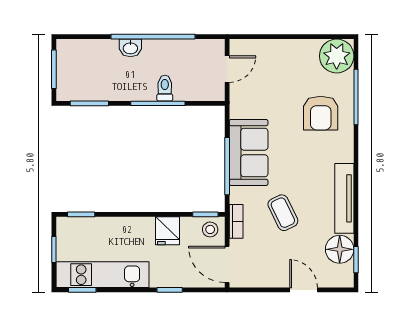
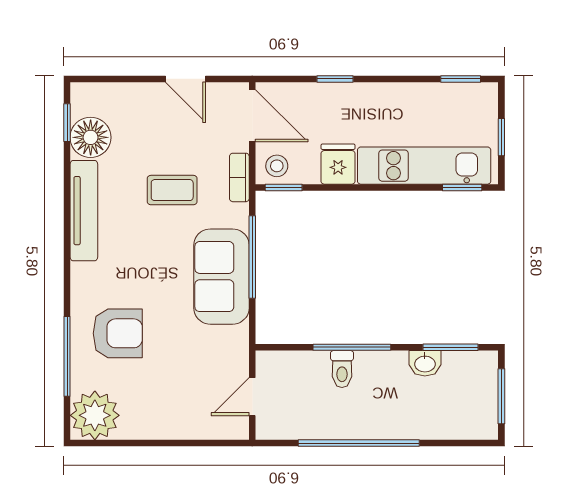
washbasin: (130, 48) -> (425, 363), moved, turned 180
armchair: (321, 113) -> (118, 333), turned 90
coffee table: (283, 213) -> (172, 190), turned -64
kitchen unit: (102, 275) -> (424, 166), moved, turned 180
door: (304, 290) -> (185, 79), moved

